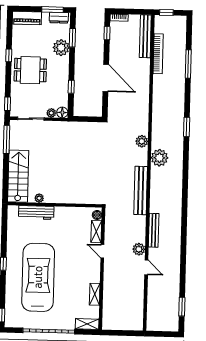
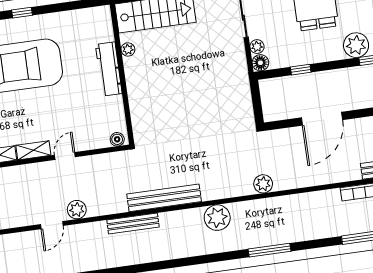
window: (187, 127) -> (270, 250), width x1.44
plant: (142, 141) -> (263, 184), moved
workbench: (36, 212) -> (109, 69), moved
bench: (154, 230) -> (133, 223), moved
shelving: (96, 232) -> (33, 150), moved

